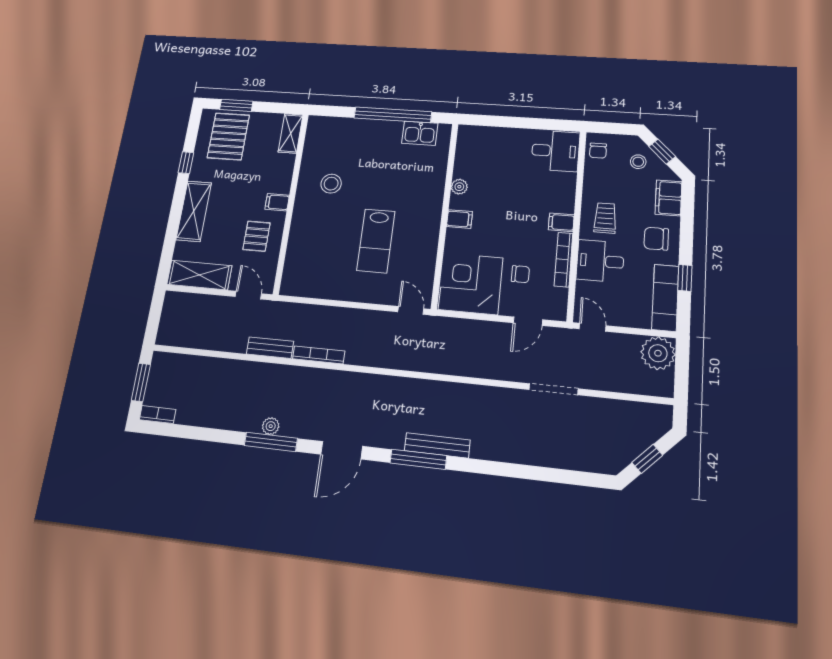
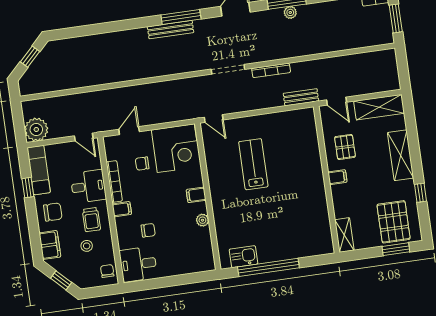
stool: (638, 162) -> (87, 246), moved
stool: (331, 184) -> (300, 201), removed
chair: (533, 189) -> (148, 230), added
bench: (270, 348) -> (301, 97), moved
doorway: (553, 389) -> (228, 69), moved

